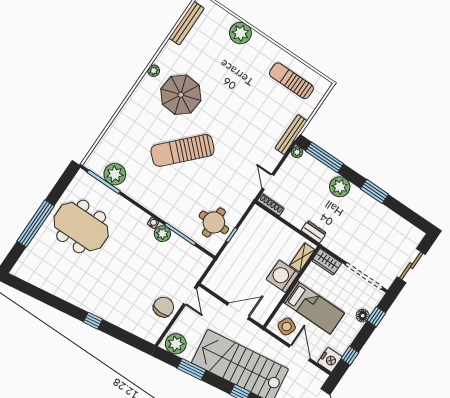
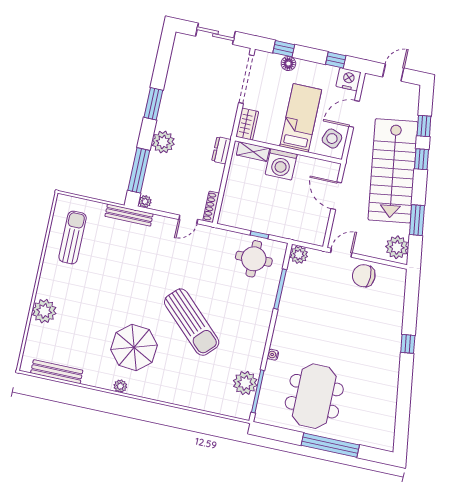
sun lounger: (291, 81) -> (73, 237), turned 180
water cooler: (153, 223) -> (273, 355), moved
plant: (162, 234) -> (299, 255), moved

